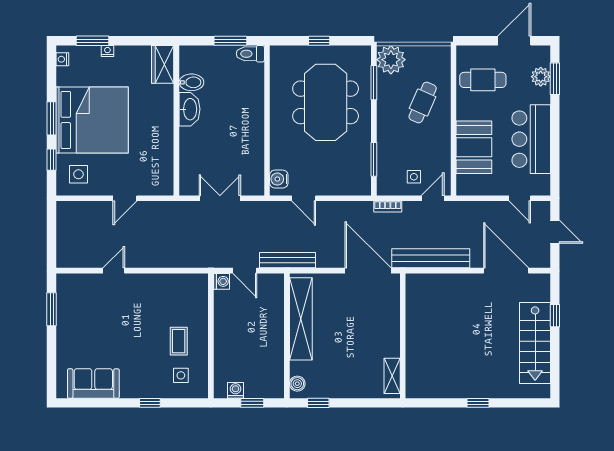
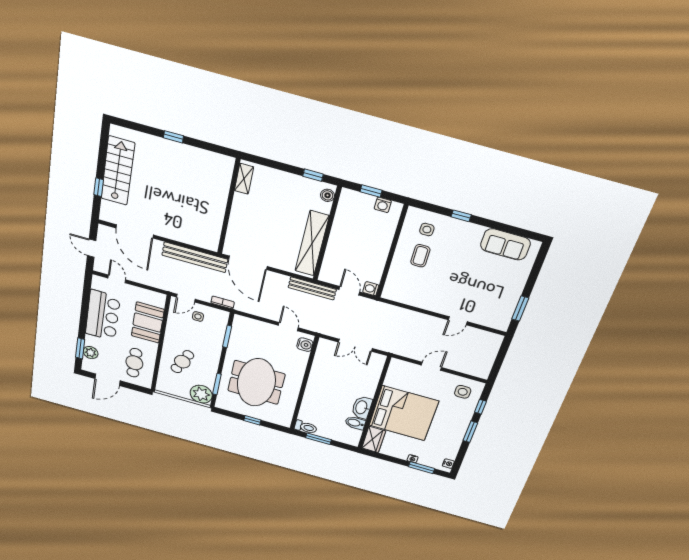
cafe table: (483, 80) -> (134, 363), turned 90
bed: (92, 120) -> (404, 413), moved, turned 180

